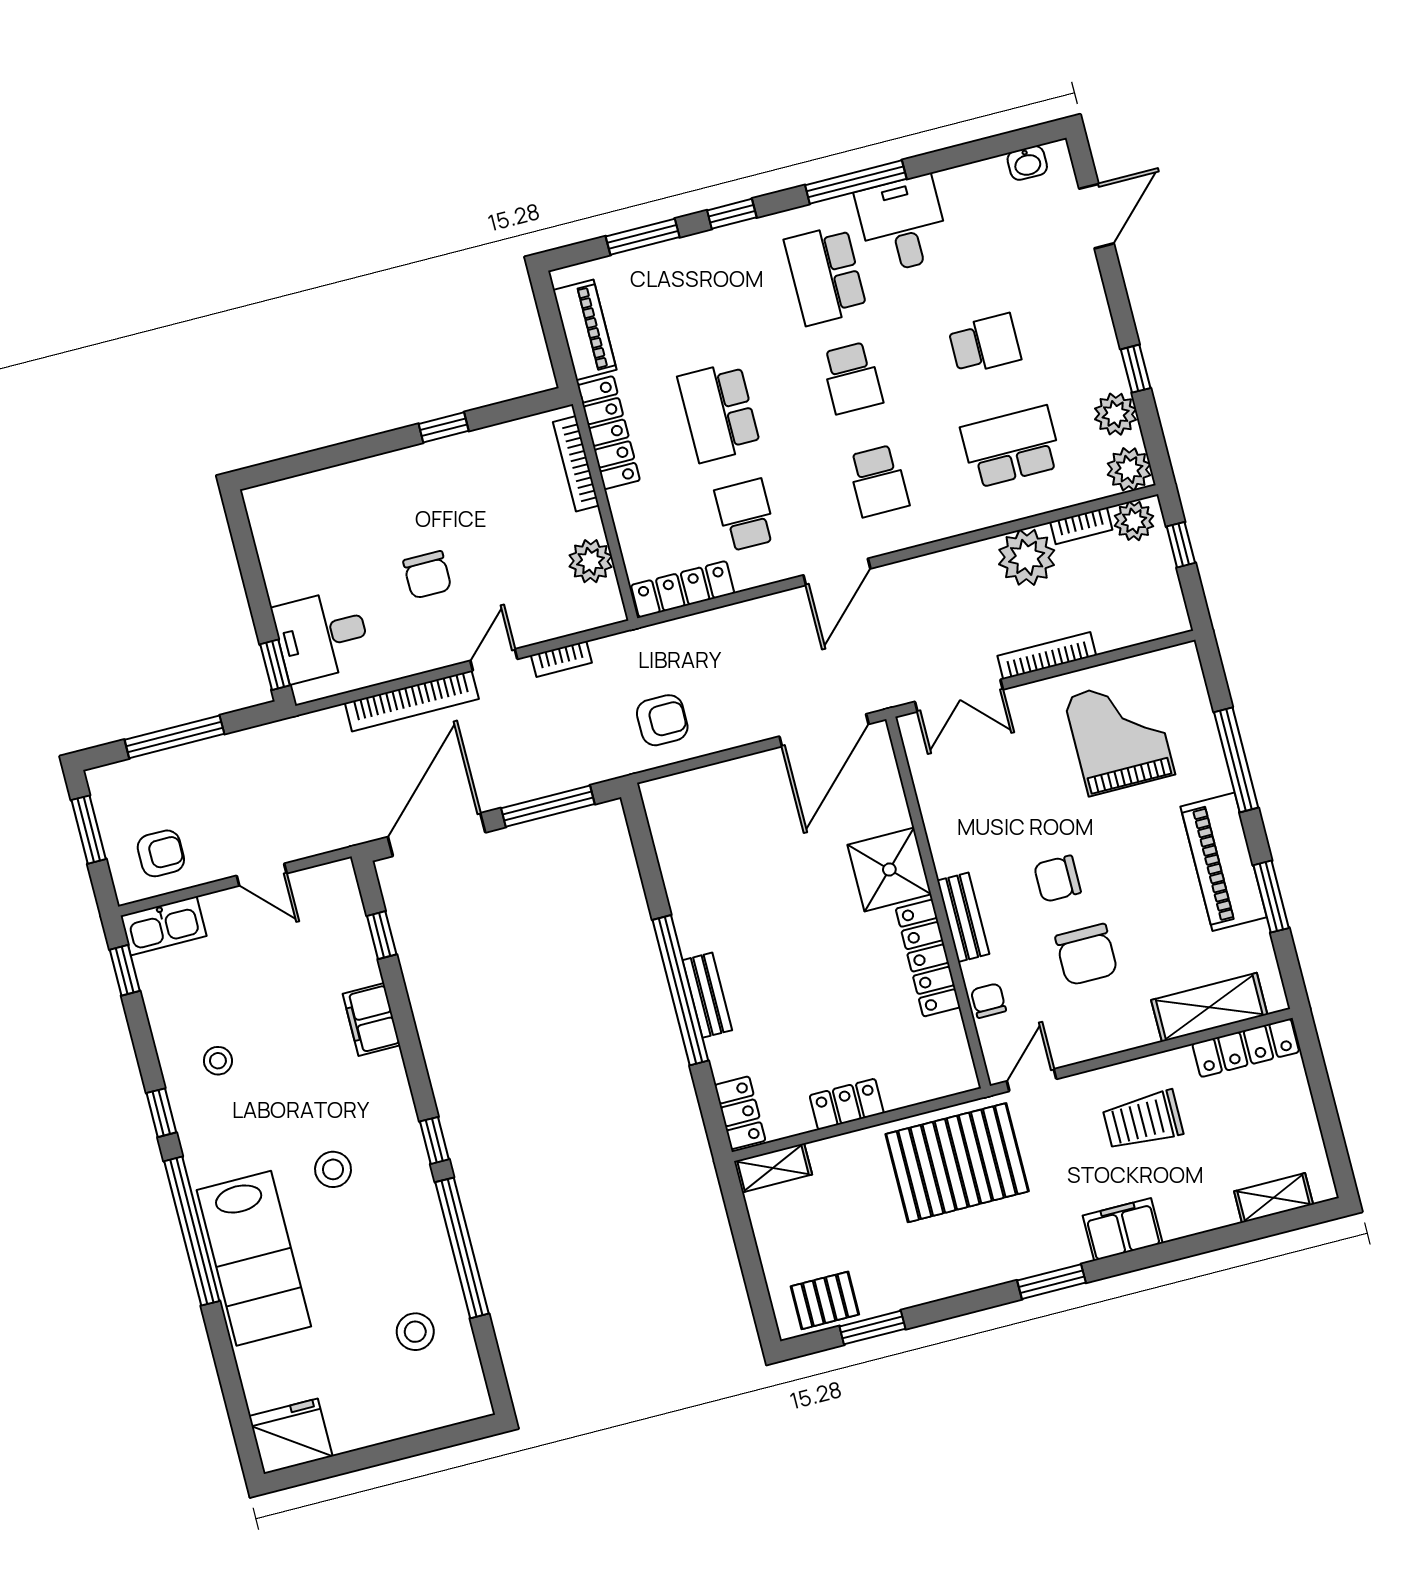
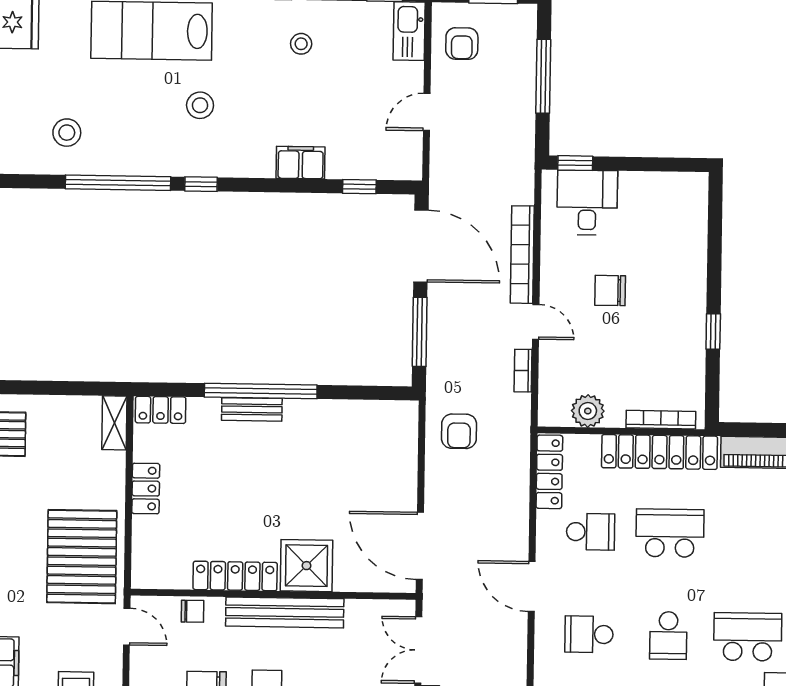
school desk: (852, 378) -> (668, 636), turned -90
locker: (609, 433) -> (660, 452), width x1.41, depth x1.21
bench: (963, 917) -> (285, 612), width x1.86, depth x1.21

